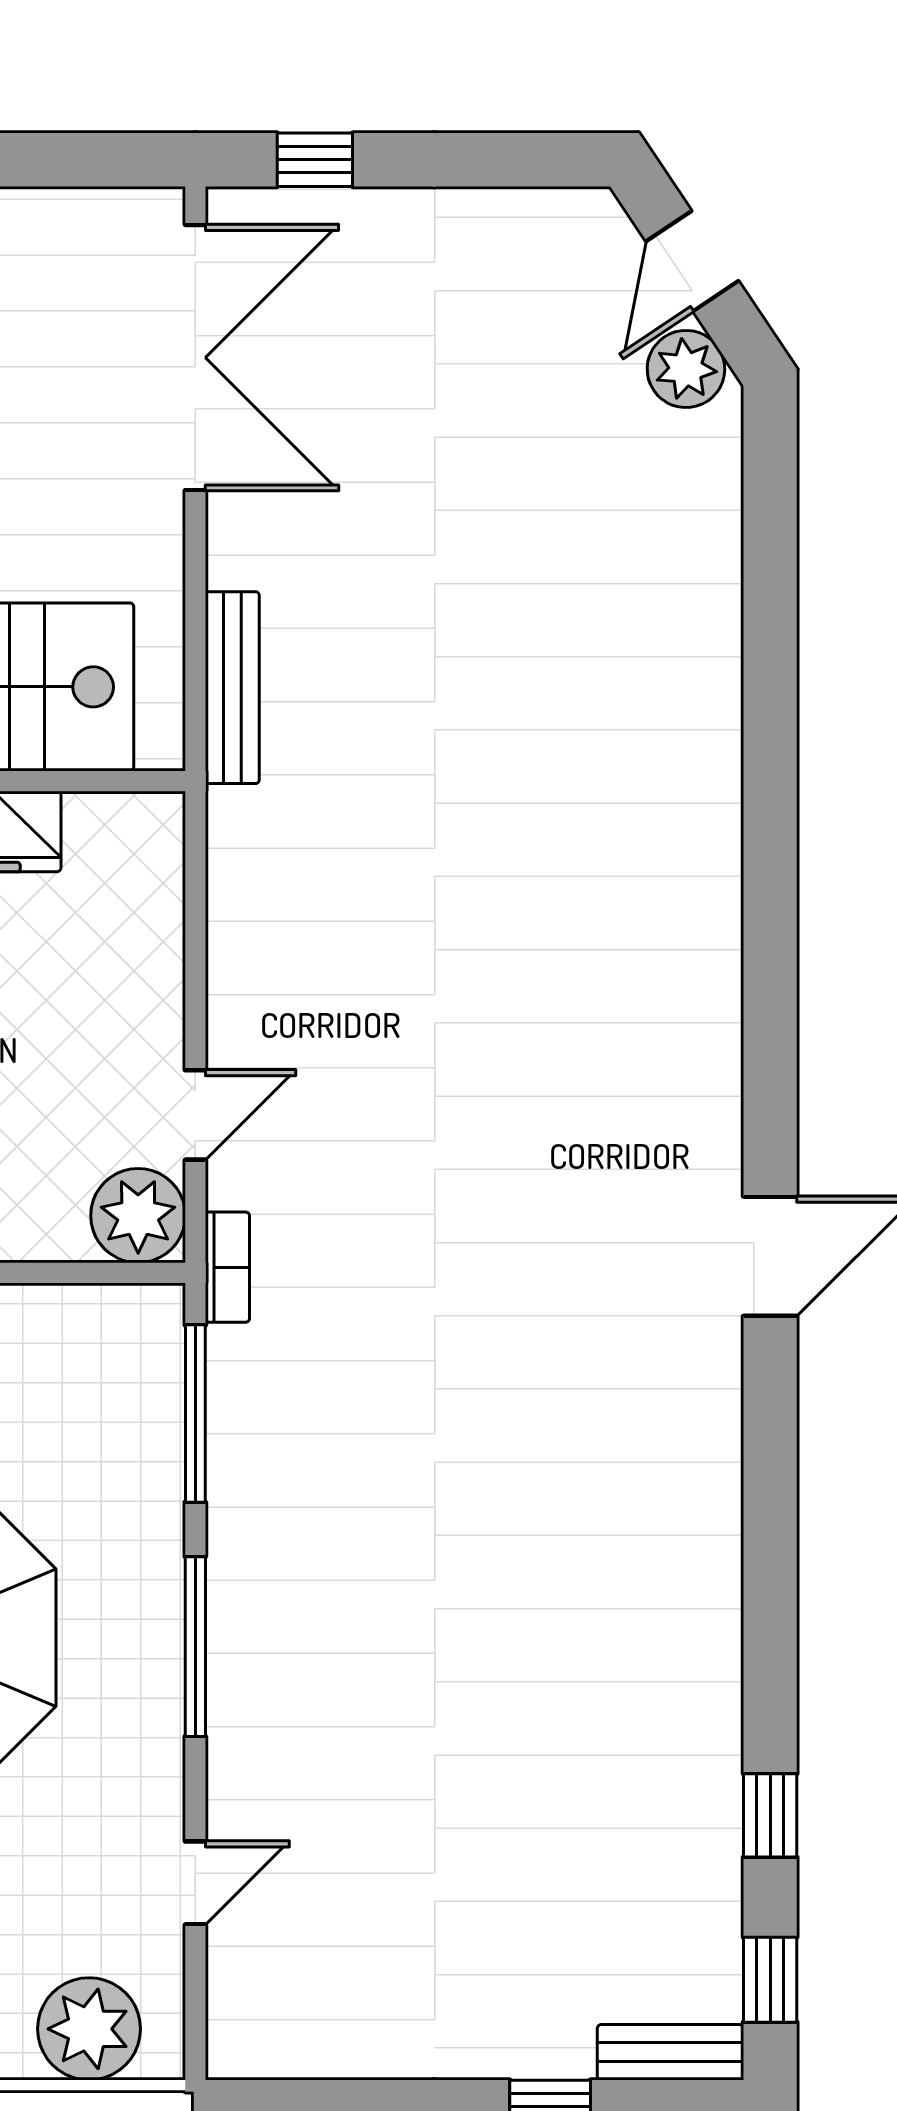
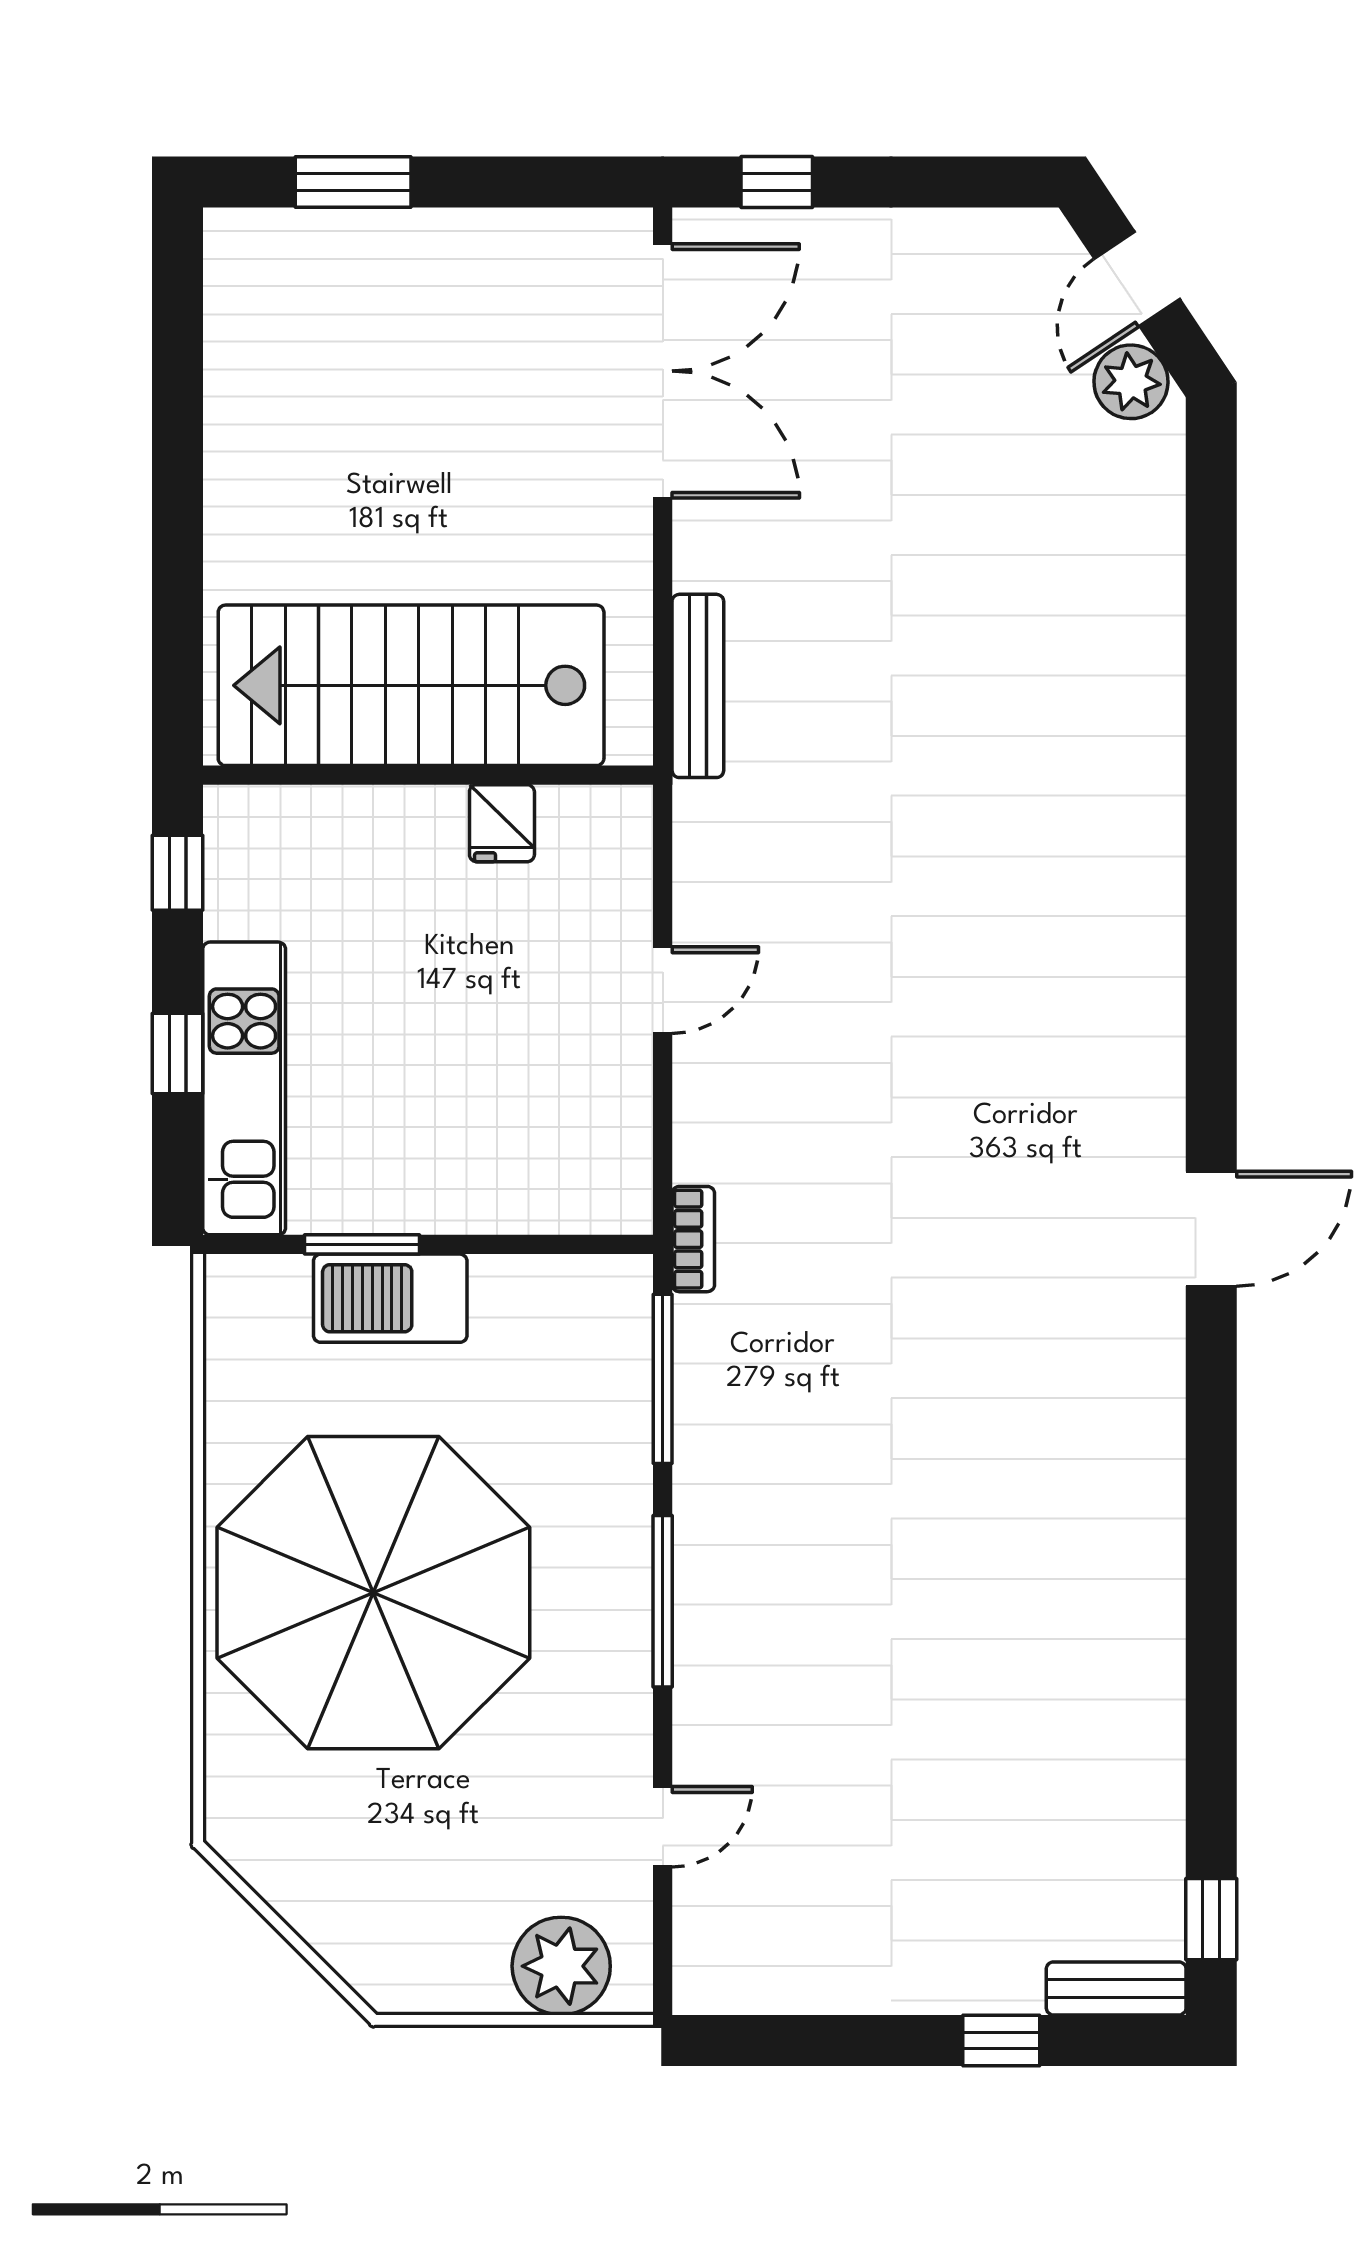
door: (195, 1115) -> (663, 990), moved
plant: (138, 1216) -> (608, 1190), removed
window: (770, 1815) -> (1211, 1762), removed

